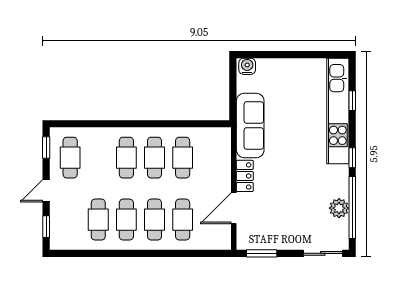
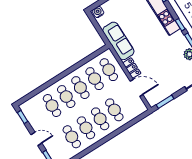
cafe table: (70, 158) -> (52, 106), moved
cafe table: (211, 158) -> (109, 70), added
door: (46, 191) -> (36, 139), swing flipped
door: (234, 208) -> (137, 88), swing flipped

